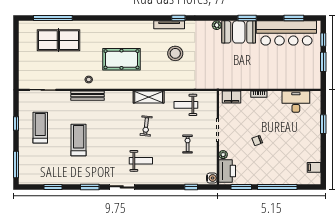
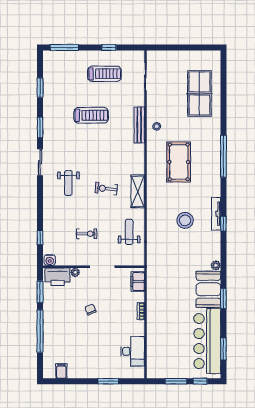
window: (53, 18) -> (223, 156), moved

